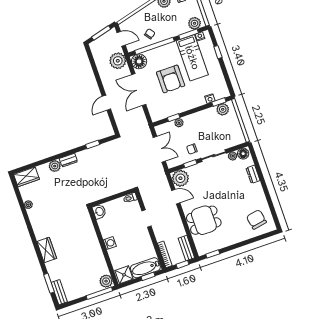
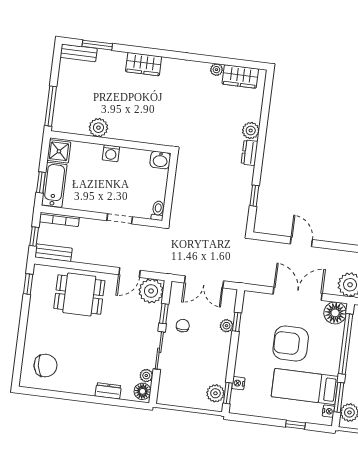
wardrobe: (27, 177) -> (240, 76), moved, turned -90
dining table: (204, 220) -> (79, 295), turned 90
plant: (106, 281) -> (98, 128), moved

